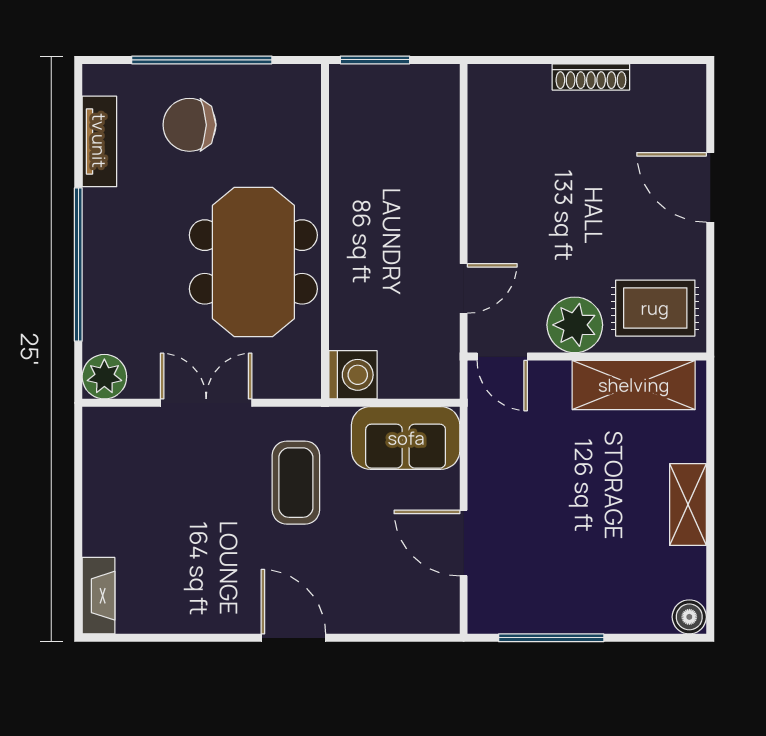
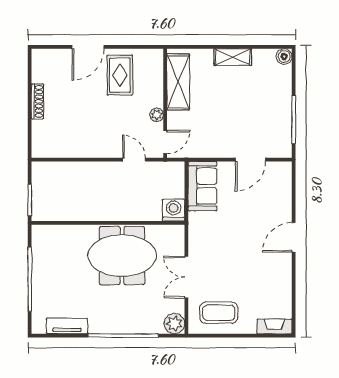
chair: (189, 125) -> (59, 285), removed
rug: (655, 308) -> (120, 75), moved
plant: (575, 325) -> (157, 115), width x0.53, depth x0.53
coffee table: (296, 483) -> (219, 313), moved

